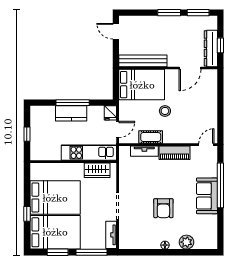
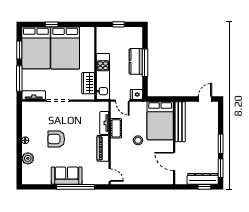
window: (220, 45) -> (204, 187), moved
dresser: (211, 48) -> (203, 179), moved

